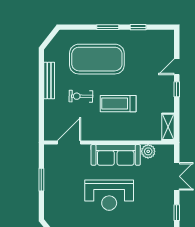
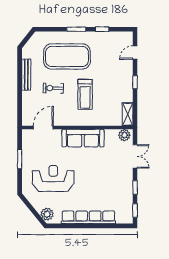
door: (177, 67) -> (135, 53), moved
treadmill: (118, 104) -> (85, 94), turned -90
plant: (148, 151) -> (124, 135), moved
reception desk: (109, 195) -> (53, 178), moved, turned 180

